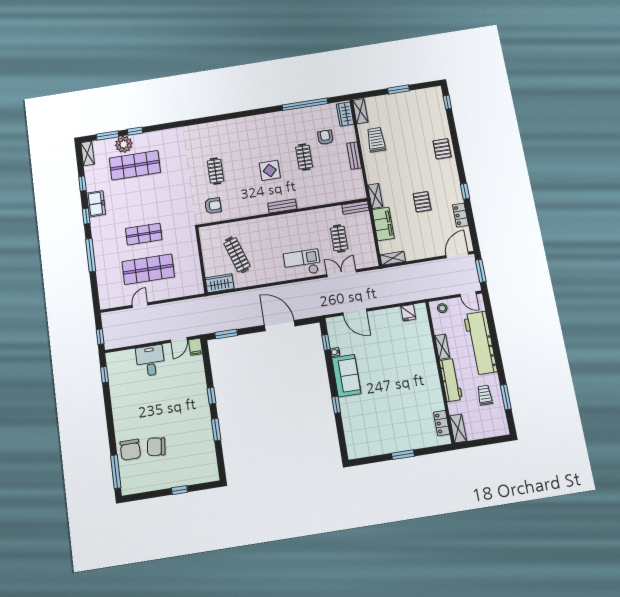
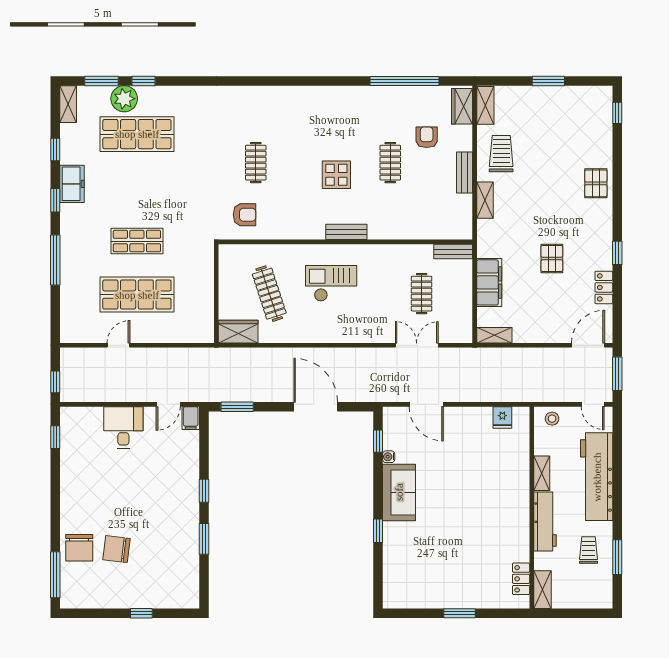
shelving: (375, 196) -> (485, 200), moved
checkout: (302, 263) -> (331, 283), moved

